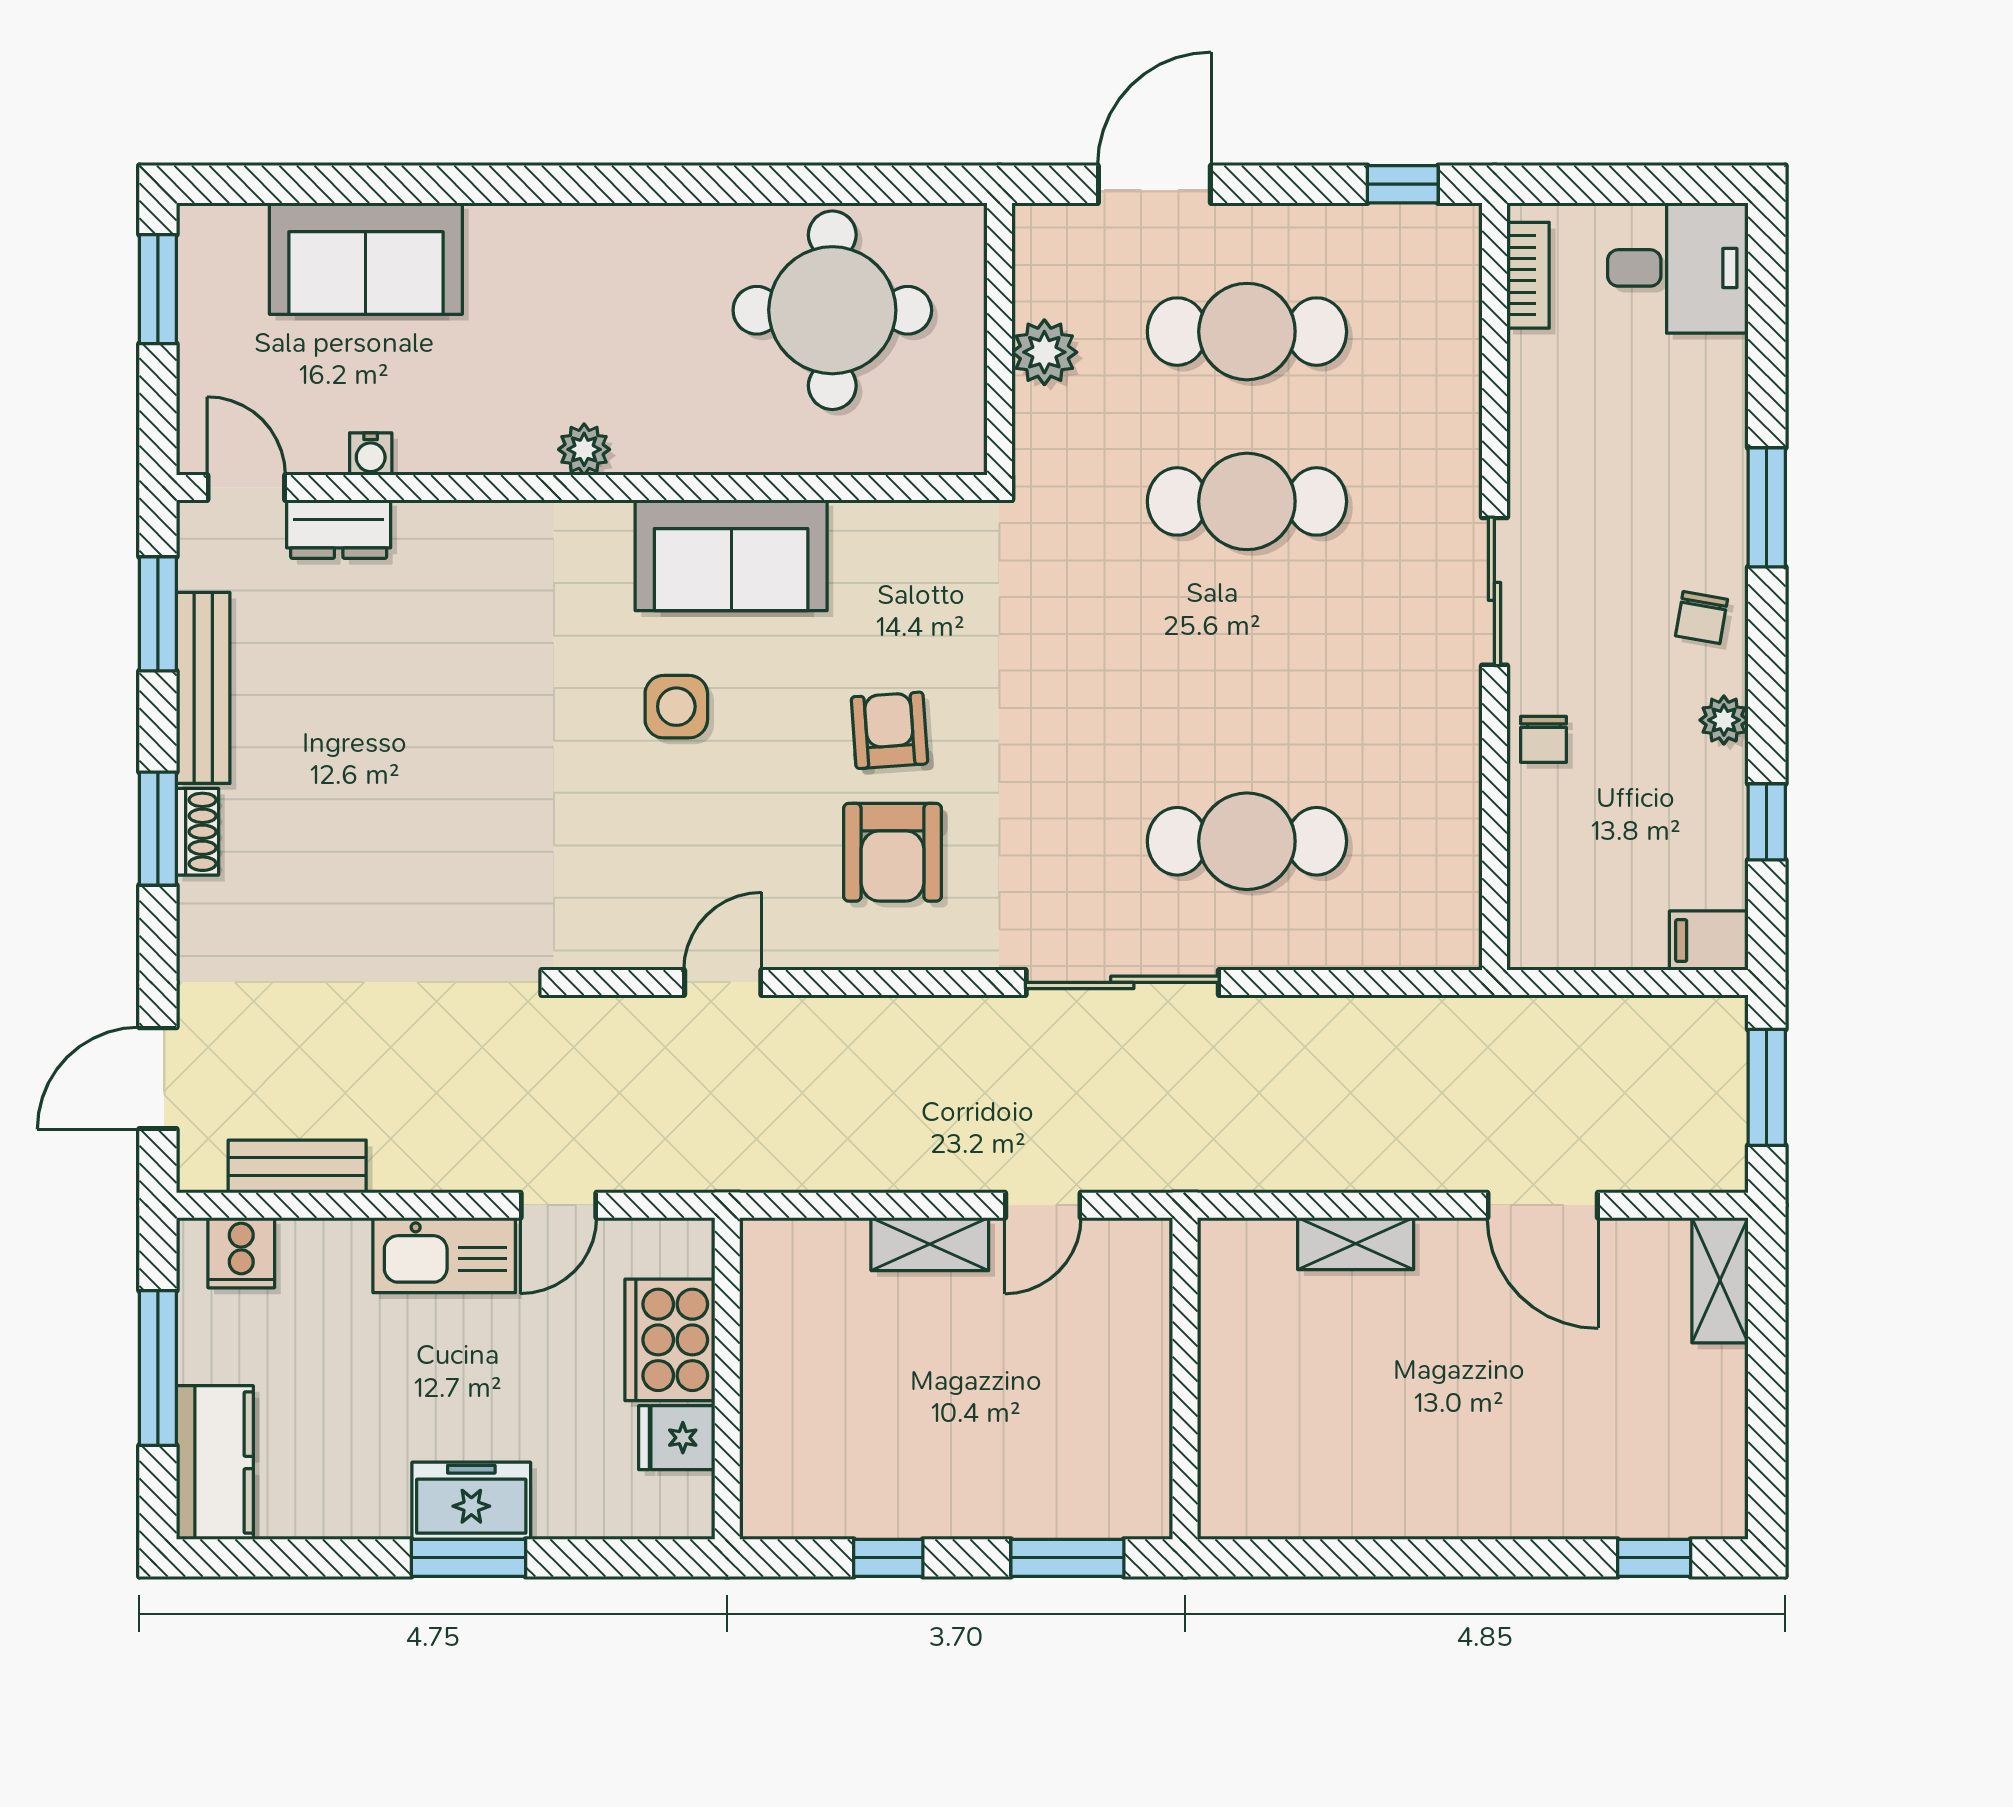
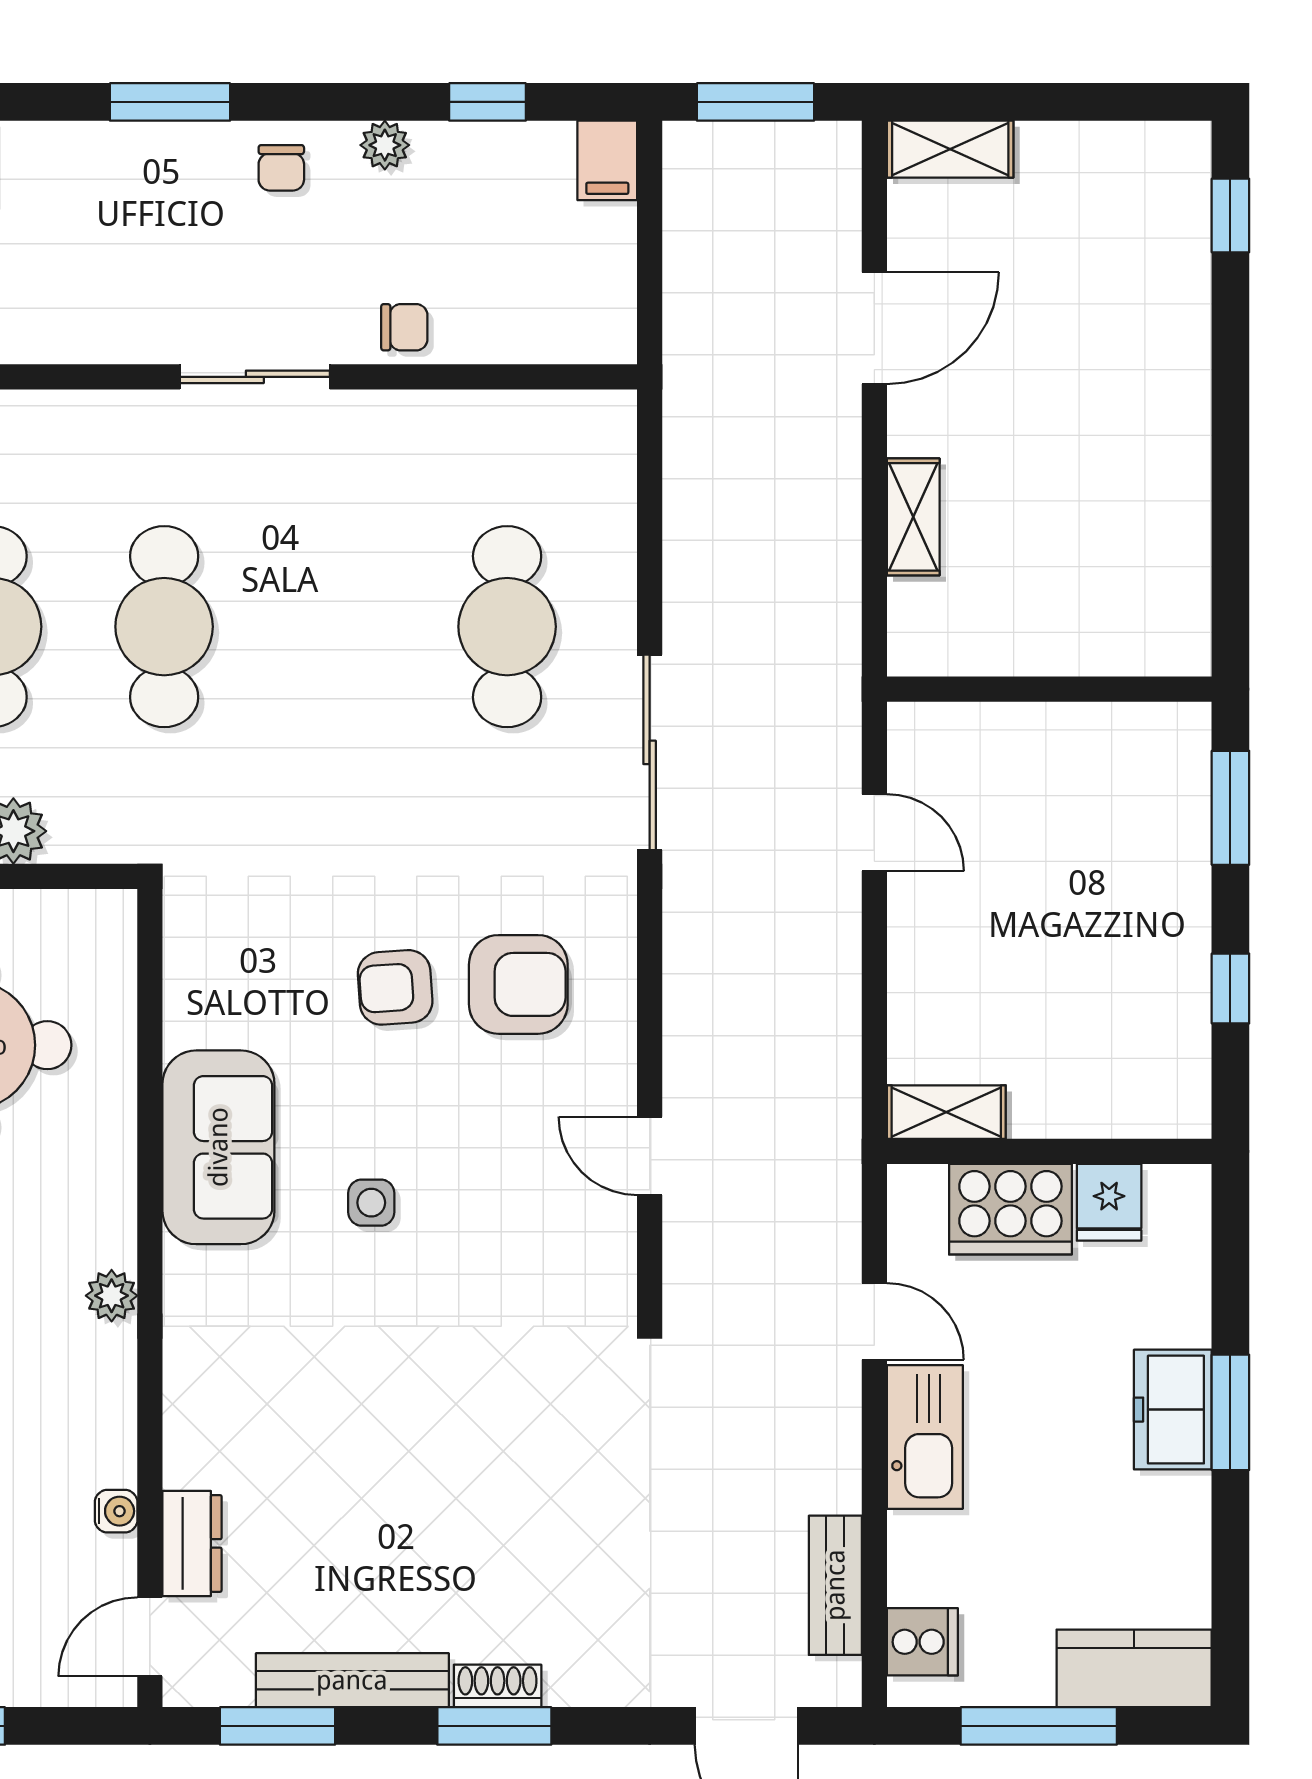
chair: (1702, 618) -> (281, 168), turned 80
side table: (676, 707) -> (371, 1203), width x0.73, depth x0.73
shelving: (930, 1244) -> (946, 1112), moved, turned 90

